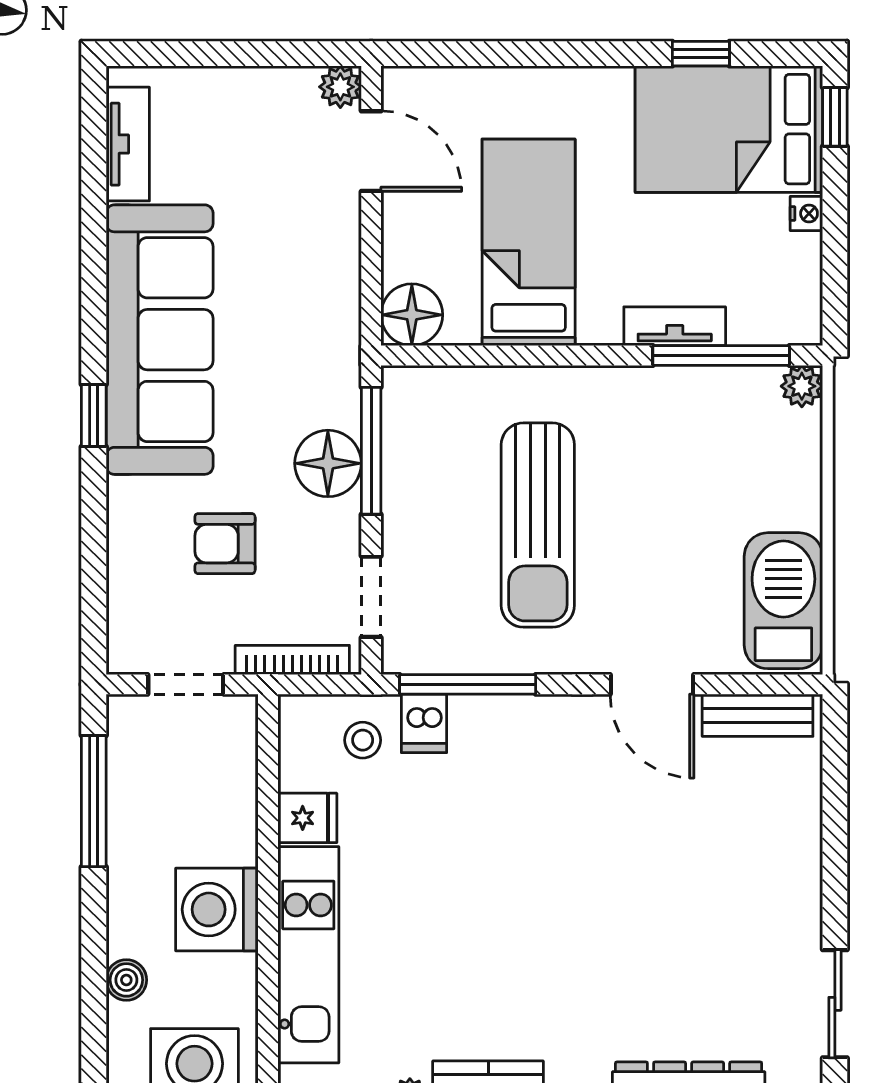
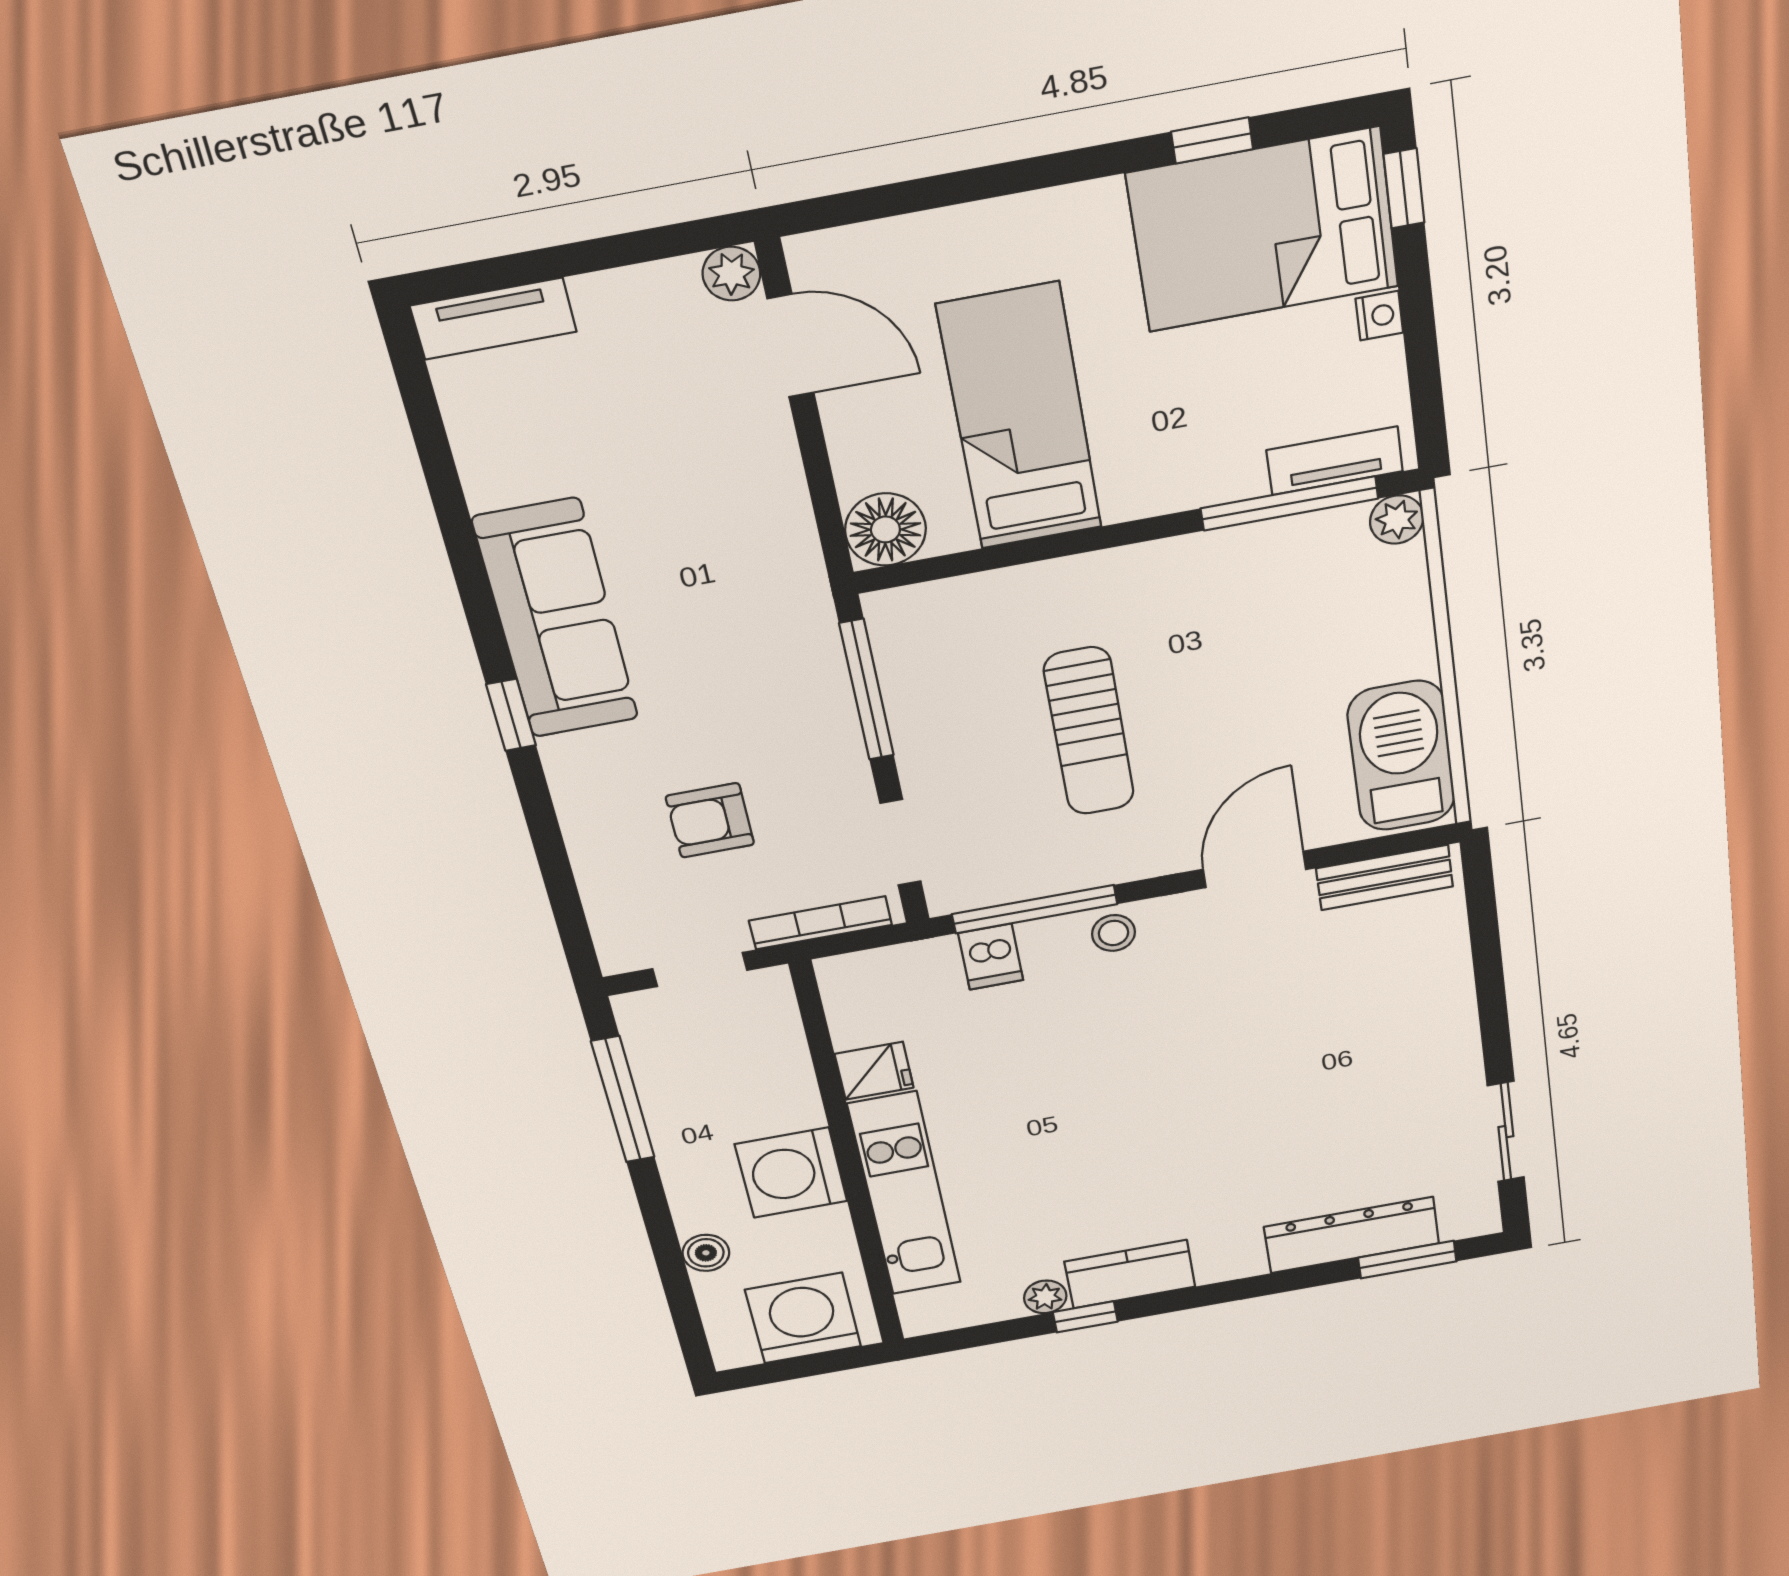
tv unit: (128, 144) -> (493, 319), moved, turned 90
tv unit: (675, 326) -> (1335, 461), moved
sofa: (160, 340) -> (556, 619), width x0.74, depth x0.79
floor lamp: (328, 463) -> (816, 713), removed
sun lounger: (538, 525) -> (1089, 731), width x0.73, depth x0.75
door: (652, 684) -> (1254, 869), swing flipped
stool: (363, 740) -> (1113, 933), moved

